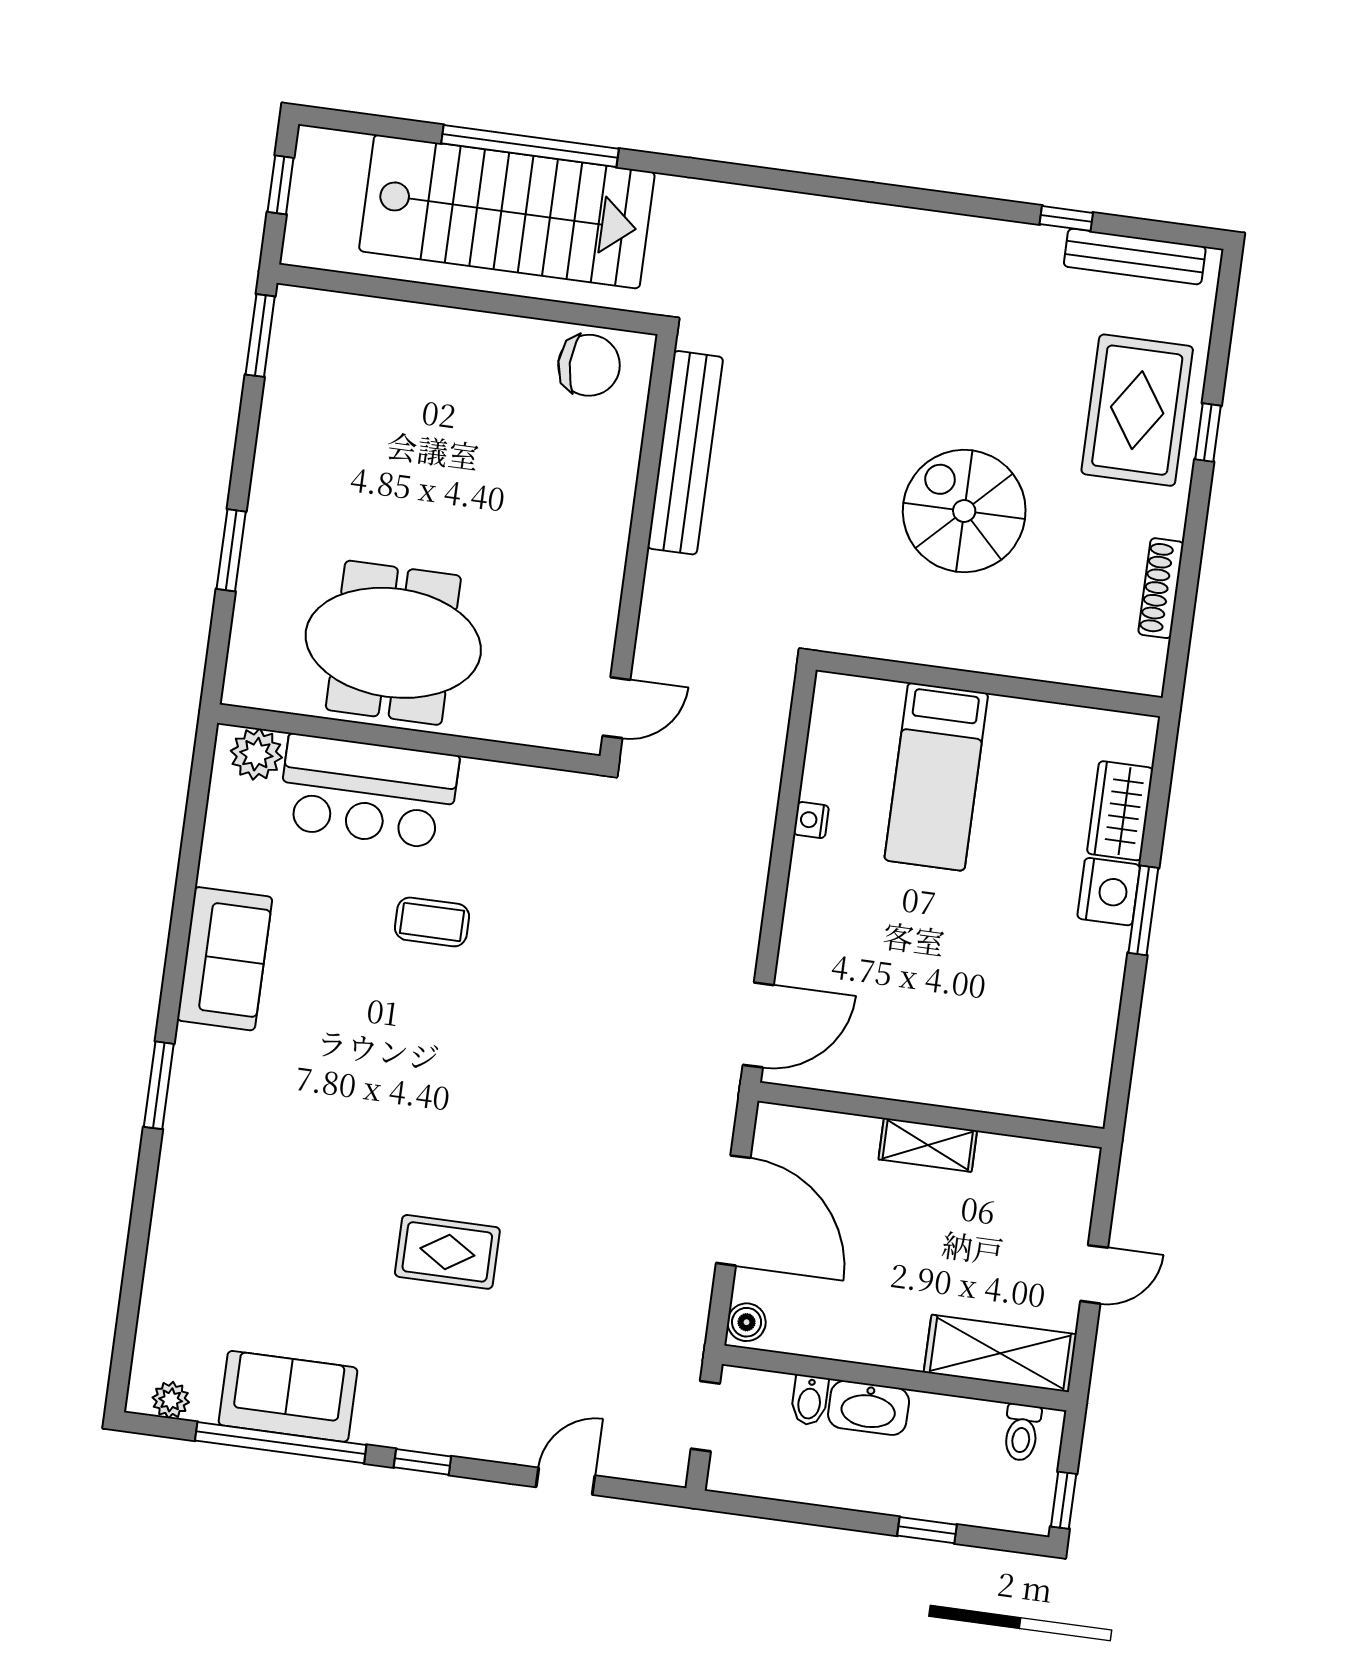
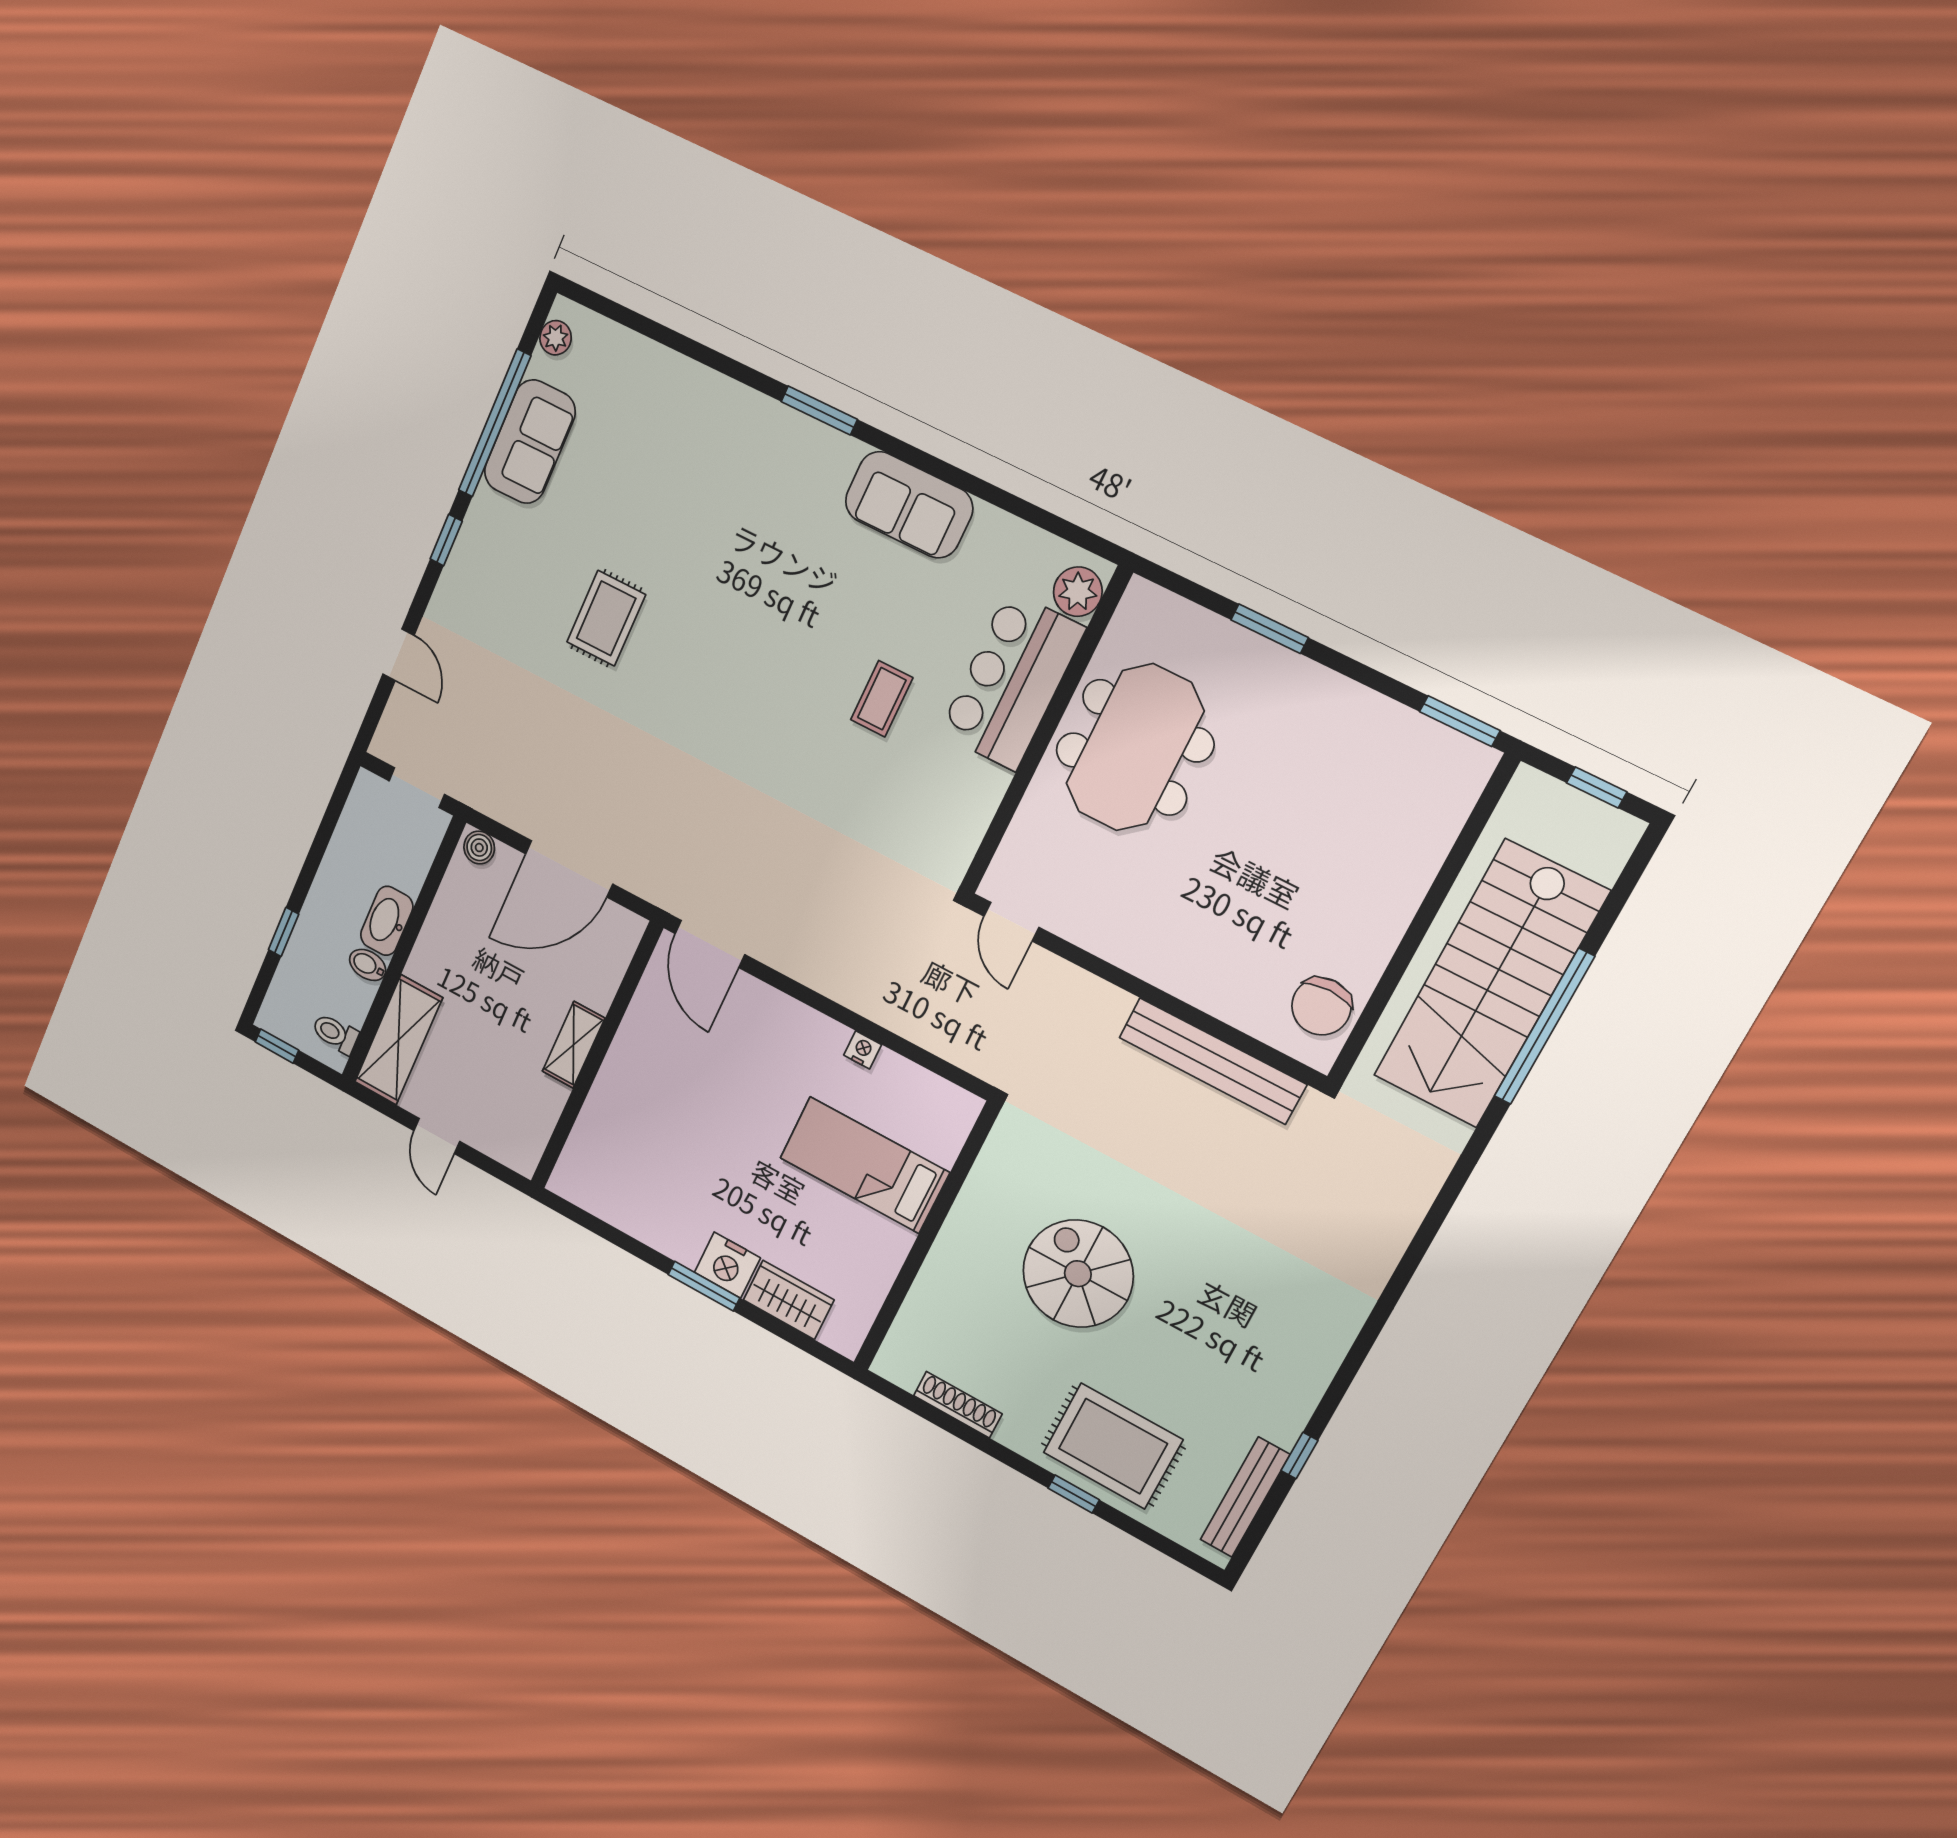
spiral stairs: (964, 511) -> (1078, 1274), turned -90
bidet: (810, 1400) -> (368, 965), moved

